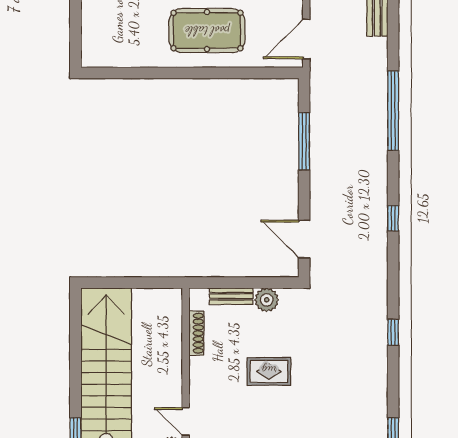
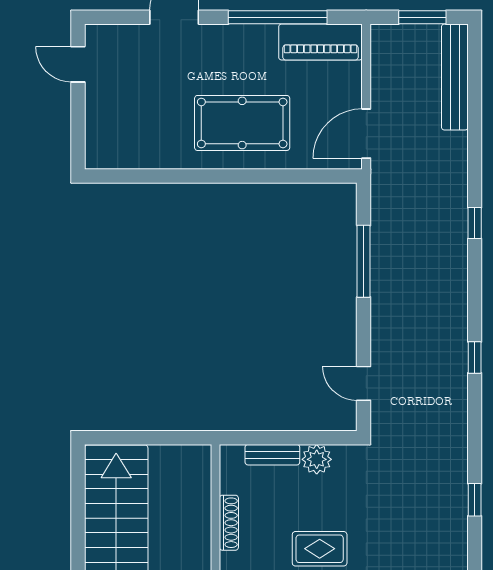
window: (393, 111) -> (475, 223), width x0.32
door: (304, 239) -> (364, 383), width x0.73
shoe rack: (196, 333) -> (229, 523), moved

